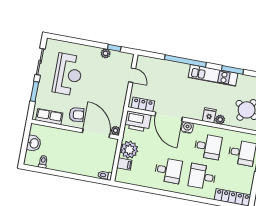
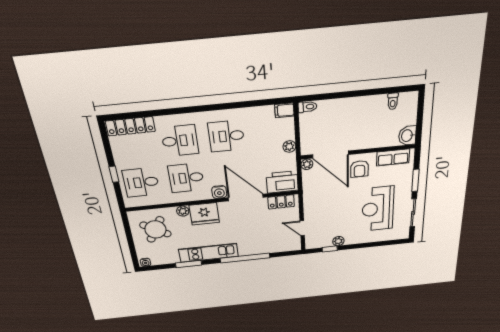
armchair: (76, 115) -> (359, 169), turned -84
fridge: (209, 115) -> (204, 214), width x1.88, depth x1.34
washbasin: (34, 143) -> (407, 136), moved
plant: (129, 150) -> (289, 146), width x0.53, depth x0.53
filing cabinet: (124, 164) -> (284, 110), moved

